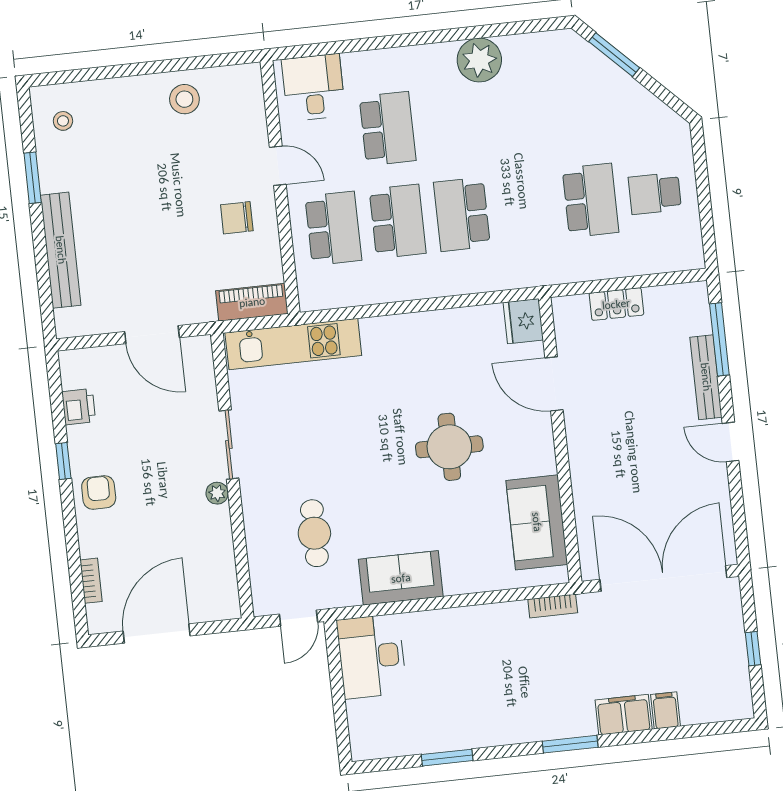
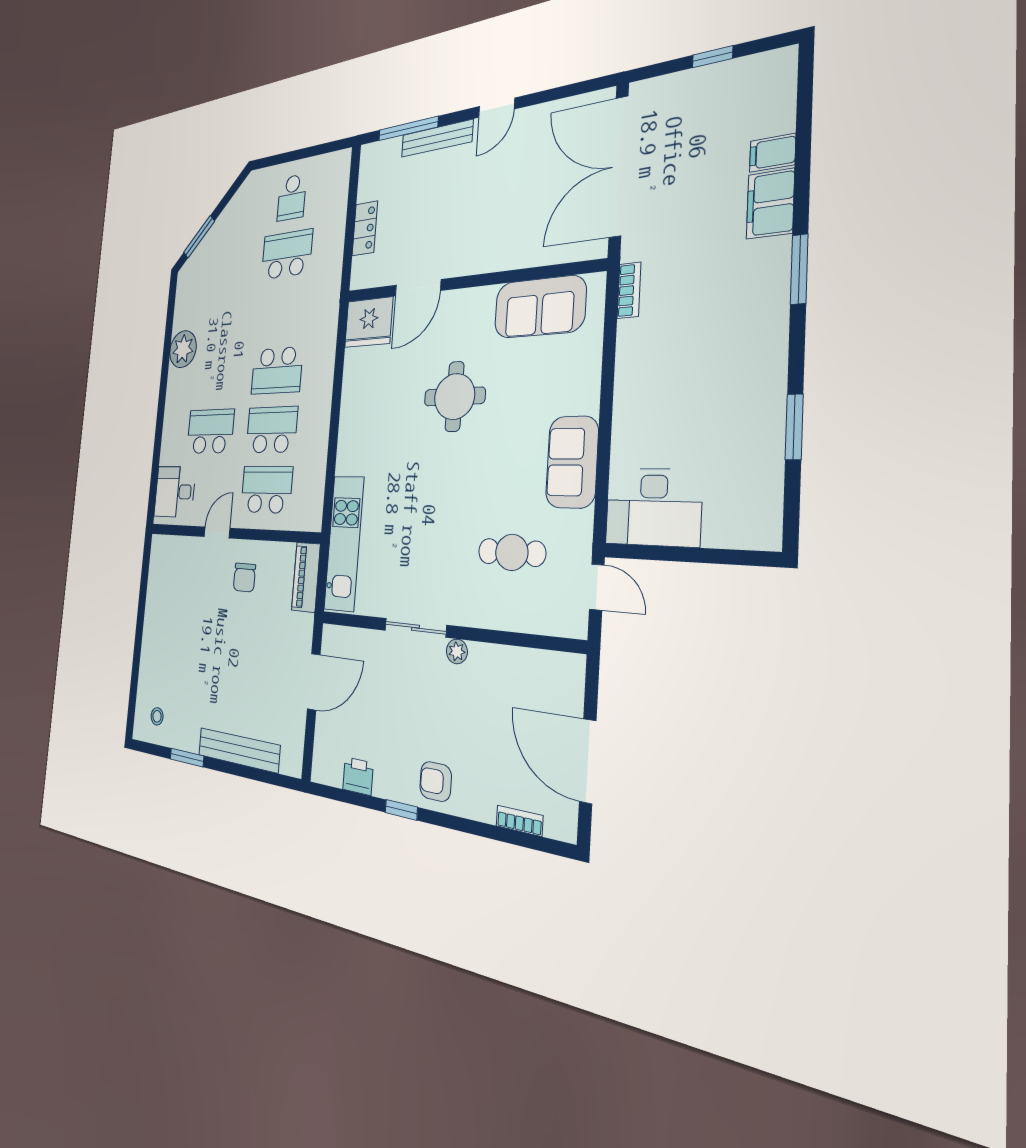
stool: (184, 99) -> (163, 605), removed
fridge: (523, 321) -> (369, 322), width x1.36, depth x1.34

